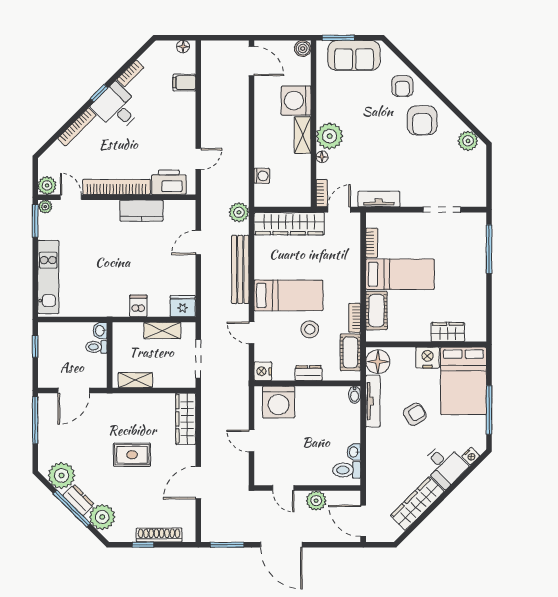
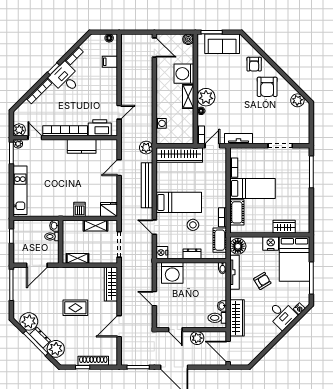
wardrobe: (417, 504) -> (237, 318), moved, turned 135

